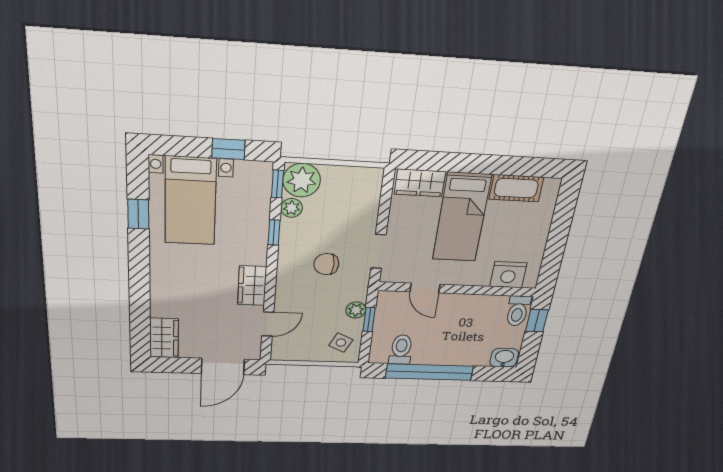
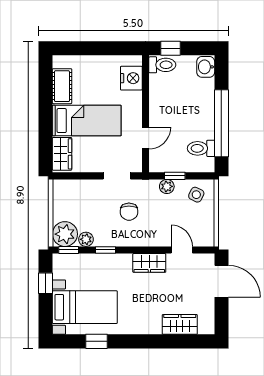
wardrobe: (164, 338) -> (180, 324), moved

